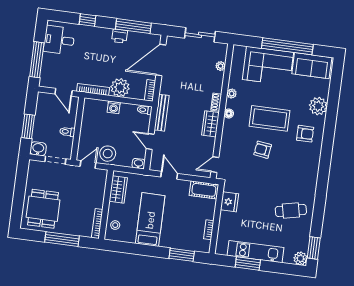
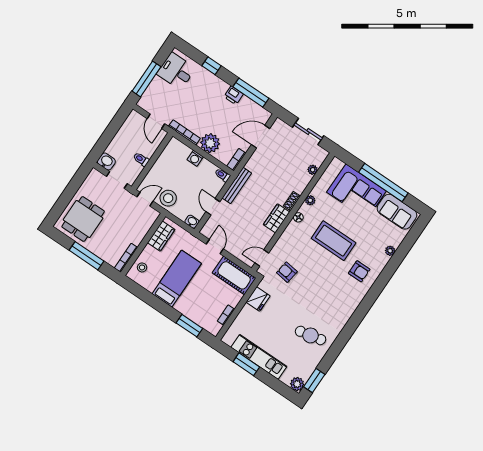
door: (161, 60) -> (261, 137), width x0.73
plant: (318, 106) -> (390, 251), width x0.53, depth x0.53
window: (28, 126) -> (108, 136), removed
armchair: (263, 150) -> (287, 272), moved
cot: (204, 190) -> (234, 275), width x1.37, depth x1.34

